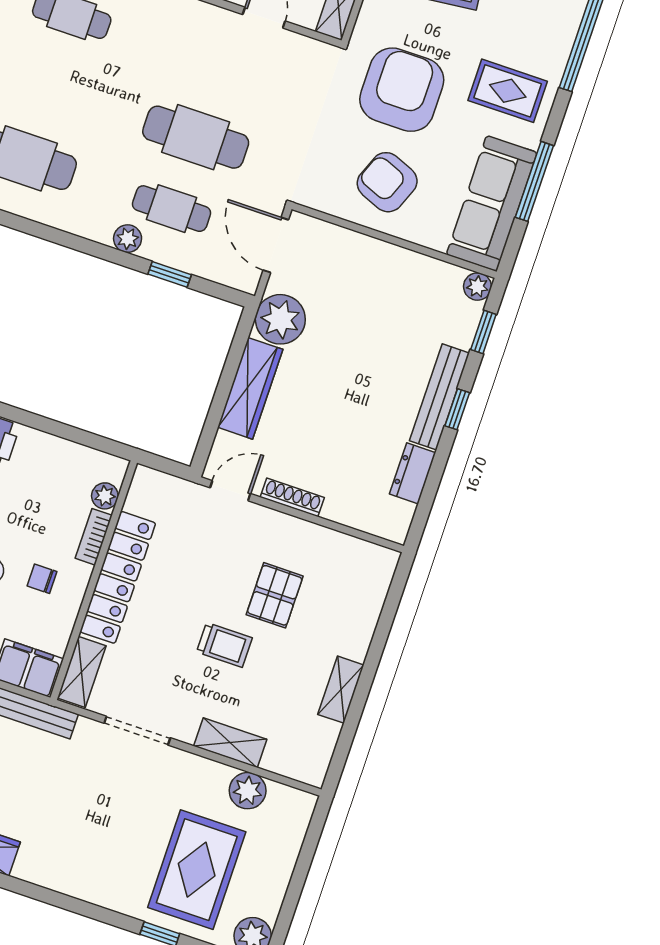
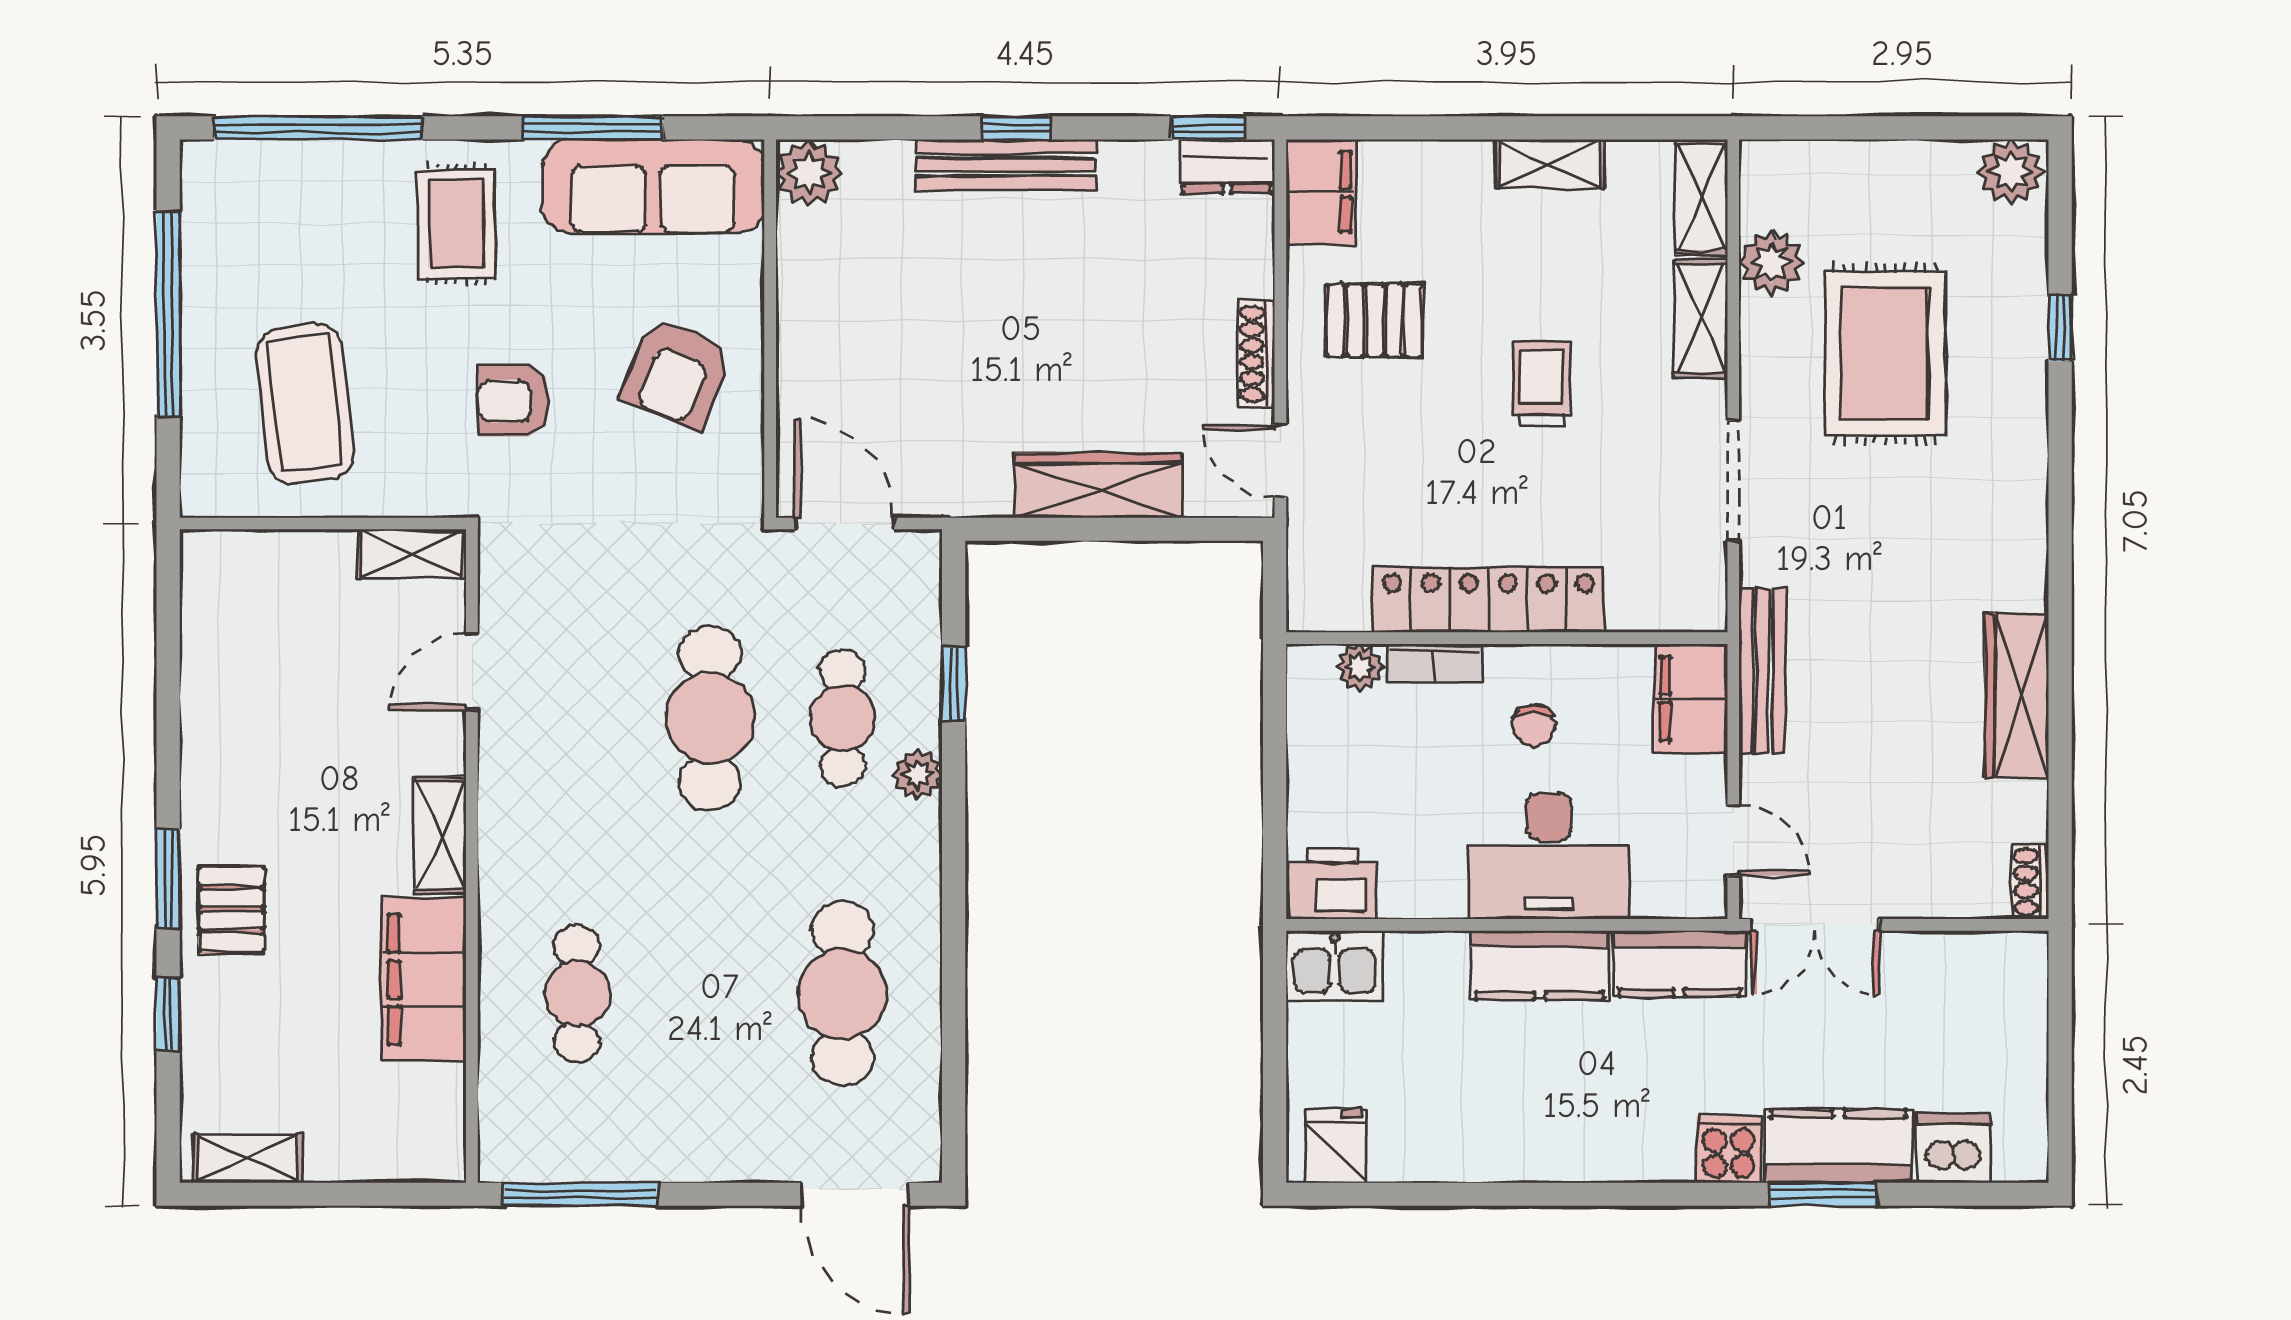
armchair: (402, 90) -> (514, 401), width x0.53, depth x0.53
door: (276, 245) -> (845, 524), swing flipped
plant: (477, 287) -> (809, 173), width x1.38, depth x1.38
plant: (280, 319) -> (966, 474), removed
window: (483, 332) -> (1208, 128), moved
dresser: (413, 473) -> (1227, 166), moved
filing cabinet: (367, 562) -> (1321, 192), added
pallet: (275, 595) -> (1375, 320), moved
shelving: (82, 672) -> (1702, 197), moved, turned 90
rug: (197, 870) -> (1885, 354), moved, turned 90

